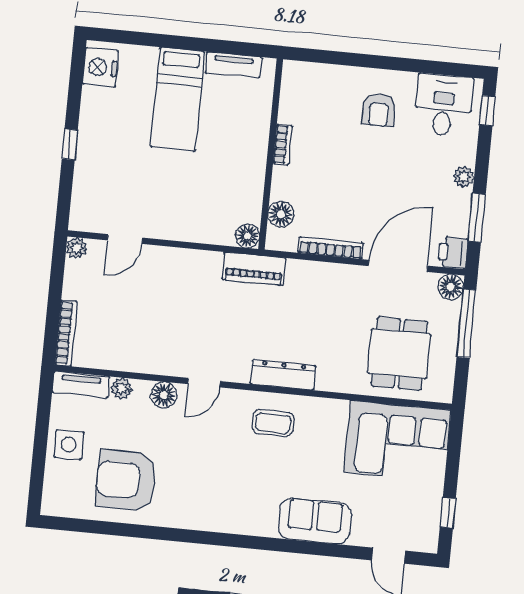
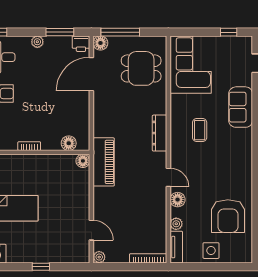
bookcase: (331, 248) -> (85, 113), removed
door: (398, 266) -> (91, 74), hinge flipped
piano: (254, 269) -> (104, 162), width x1.37, depth x1.33
coffee table: (273, 423) -> (200, 130), moved

